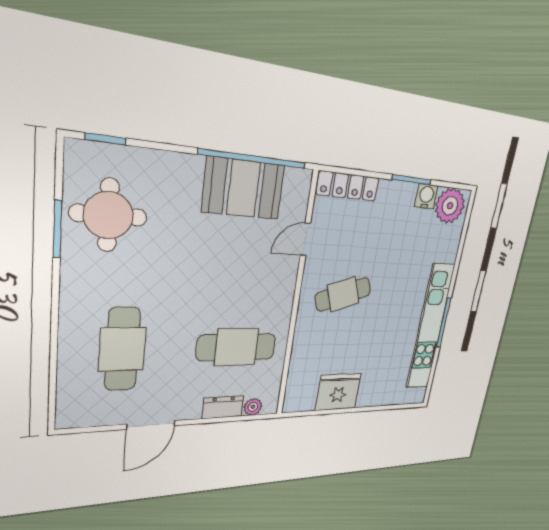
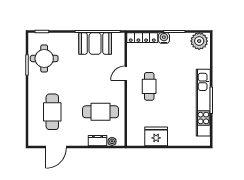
water cooler: (426, 196) -> (164, 38), moved
door: (305, 239) -> (126, 73), moved
cafe table: (343, 294) -> (149, 86), turned -71
door: (151, 425) -> (56, 147), moved

